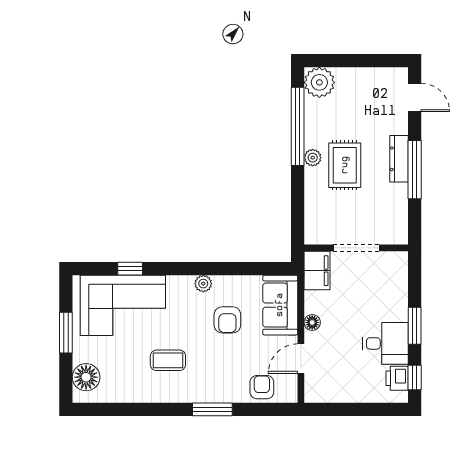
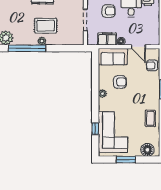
filing cabinet: (317, 271) -> (107, 39), moved
armchair: (375, 296) -> (109, 11), added
coffee table: (168, 360) -> (150, 118), moved

